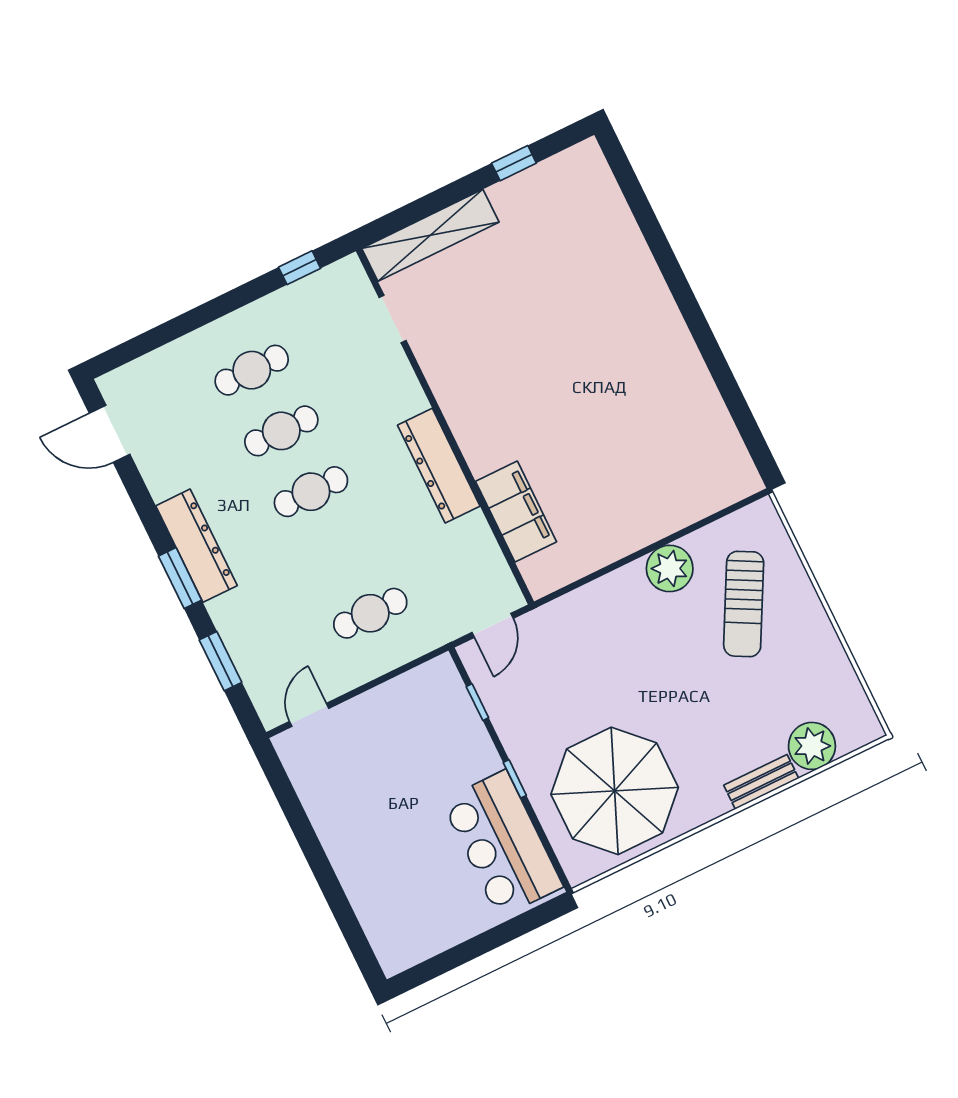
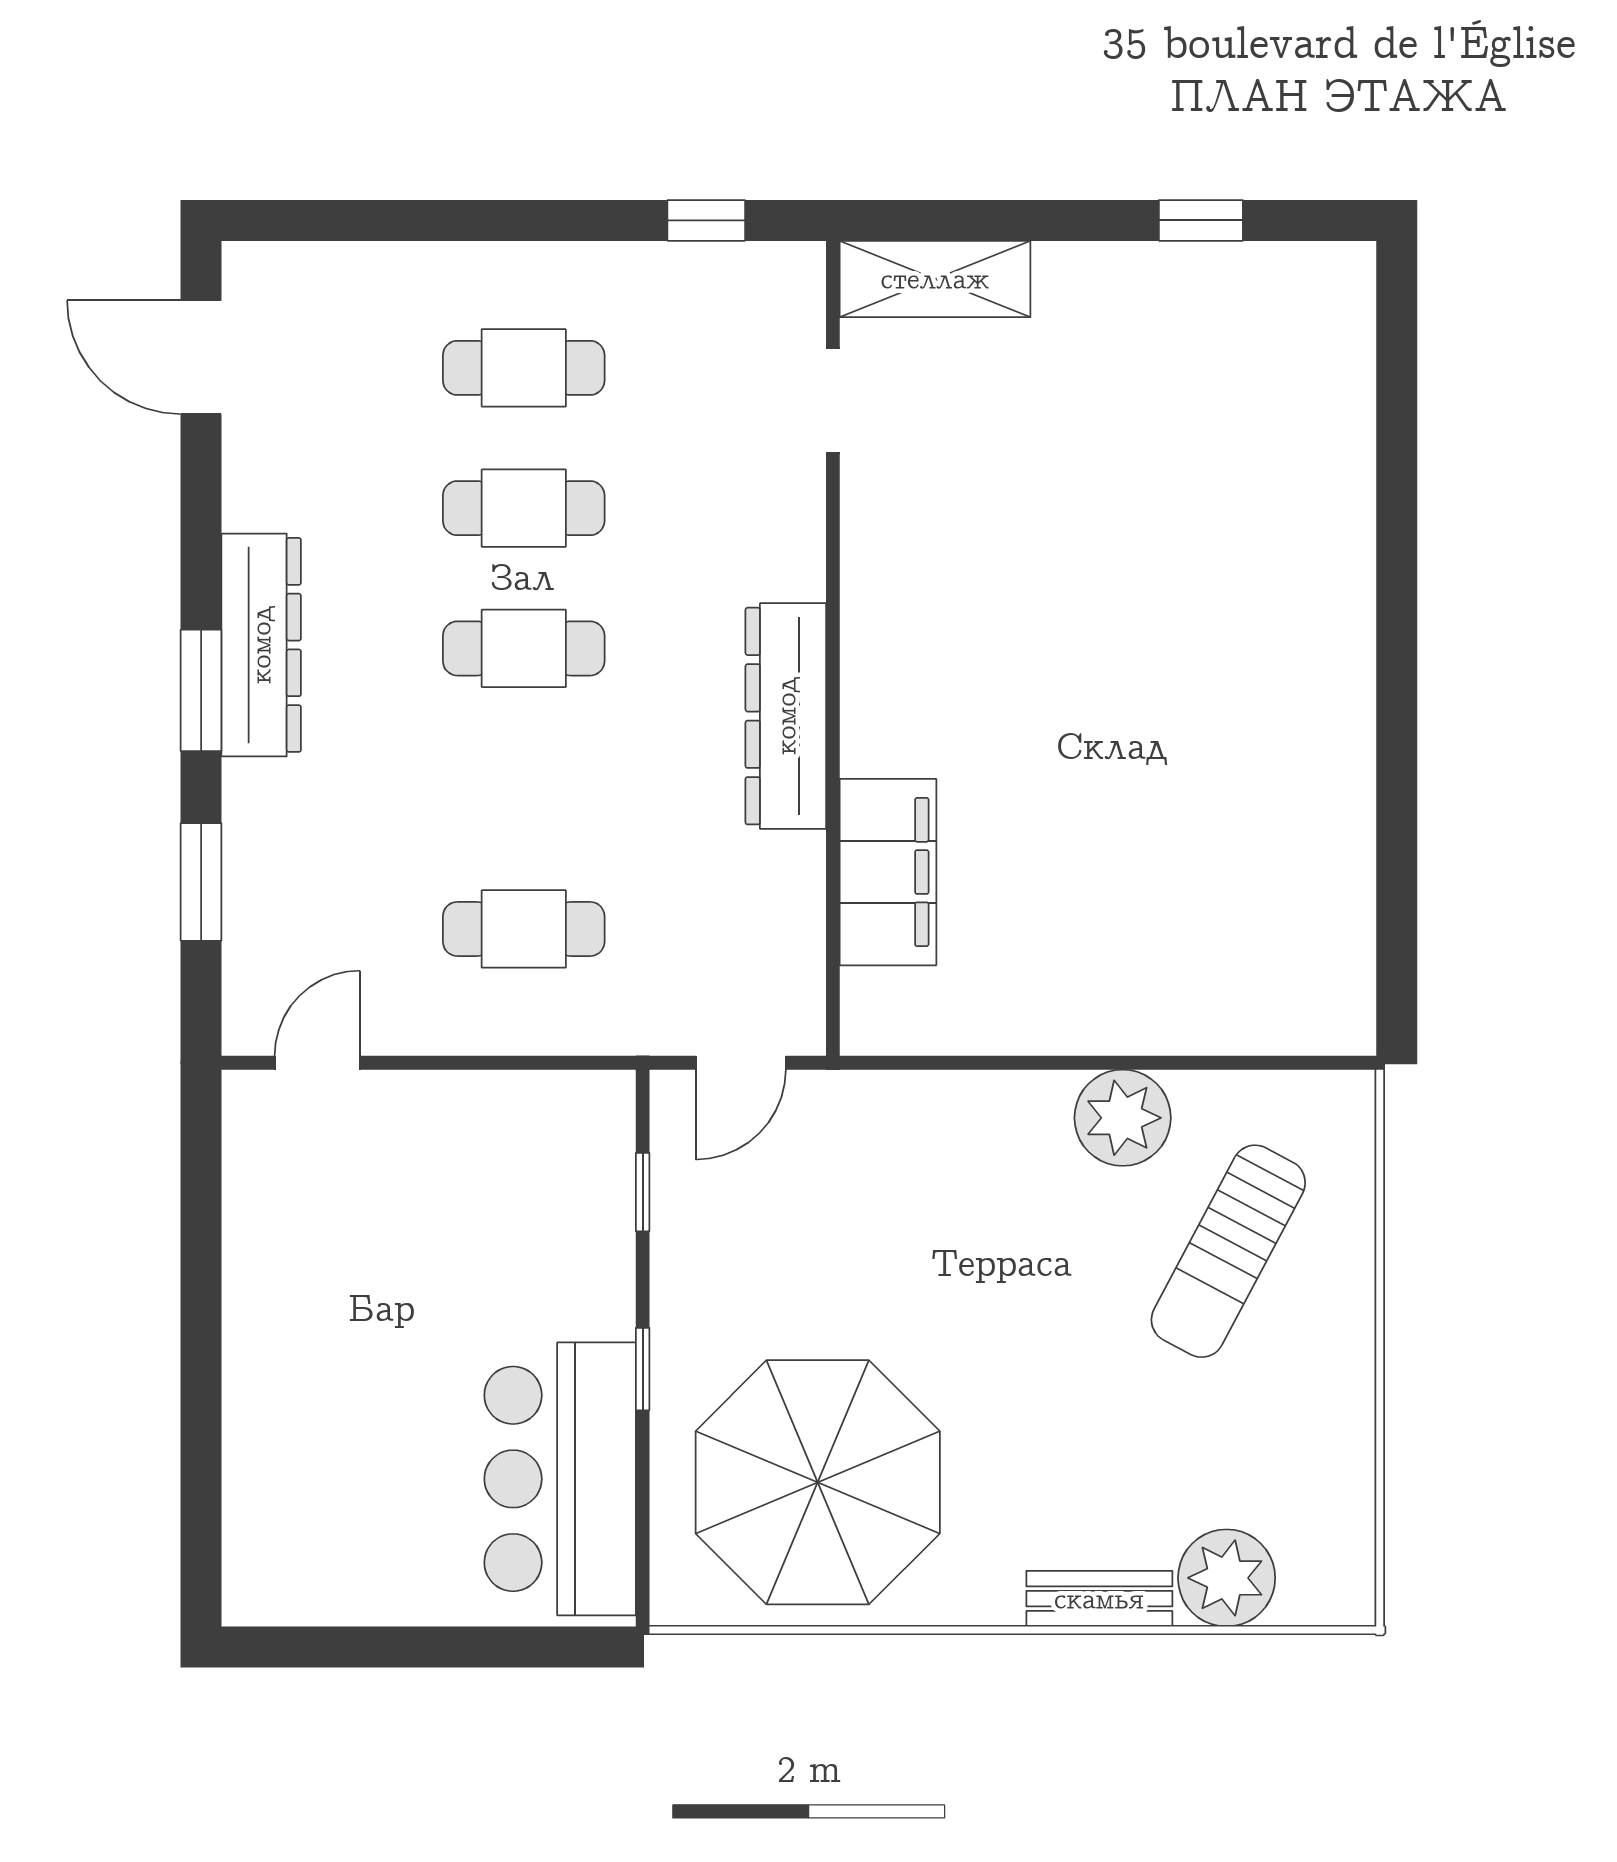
shelving: (430, 235) -> (935, 279), width x0.68

